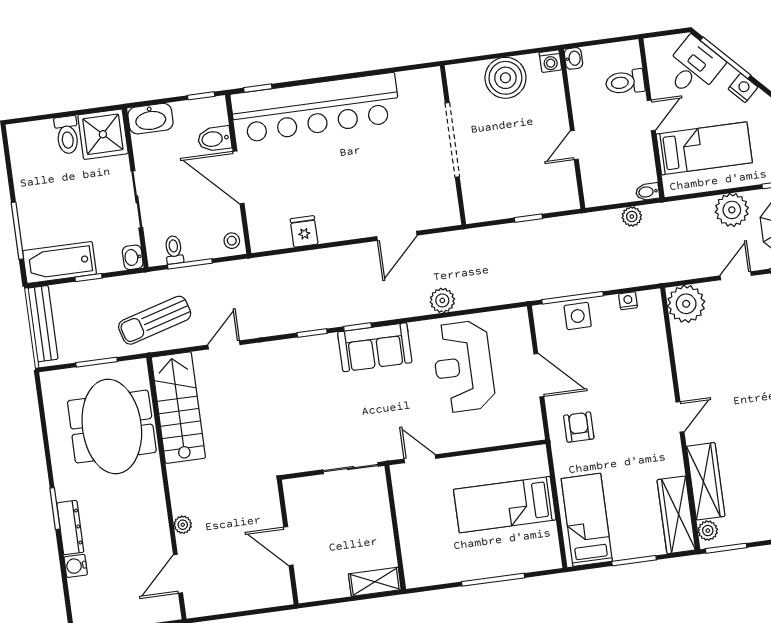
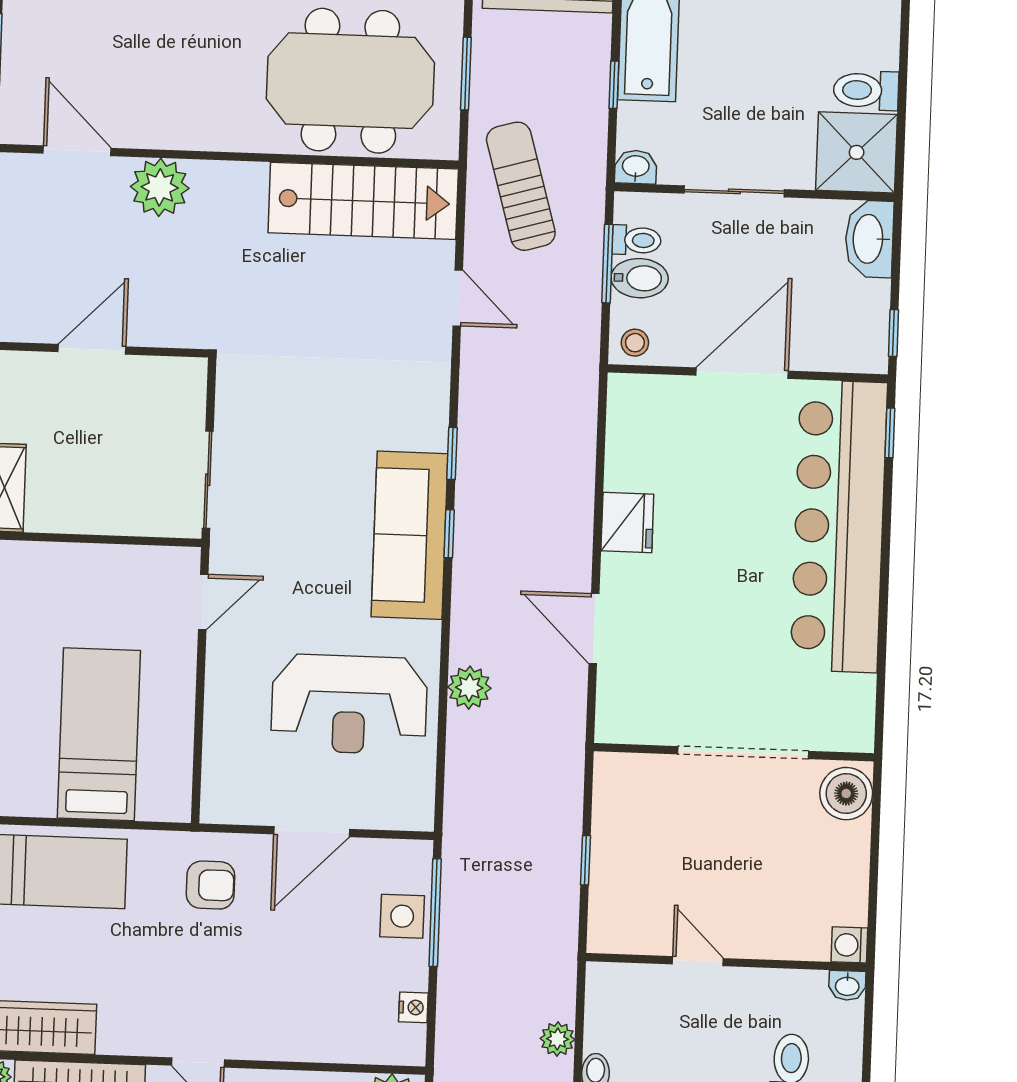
boiler: (505, 78) -> (846, 794), moved, width x0.73, depth x0.73
bidet: (214, 139) -> (640, 278), moved, turned 90
fridge: (304, 231) -> (627, 522), moved, width x1.38
sofa: (375, 347) -> (410, 535), width x1.36
reception desk: (463, 366) -> (349, 704), turned 180
plant: (183, 525) -> (160, 187), width x1.88, depth x1.88

